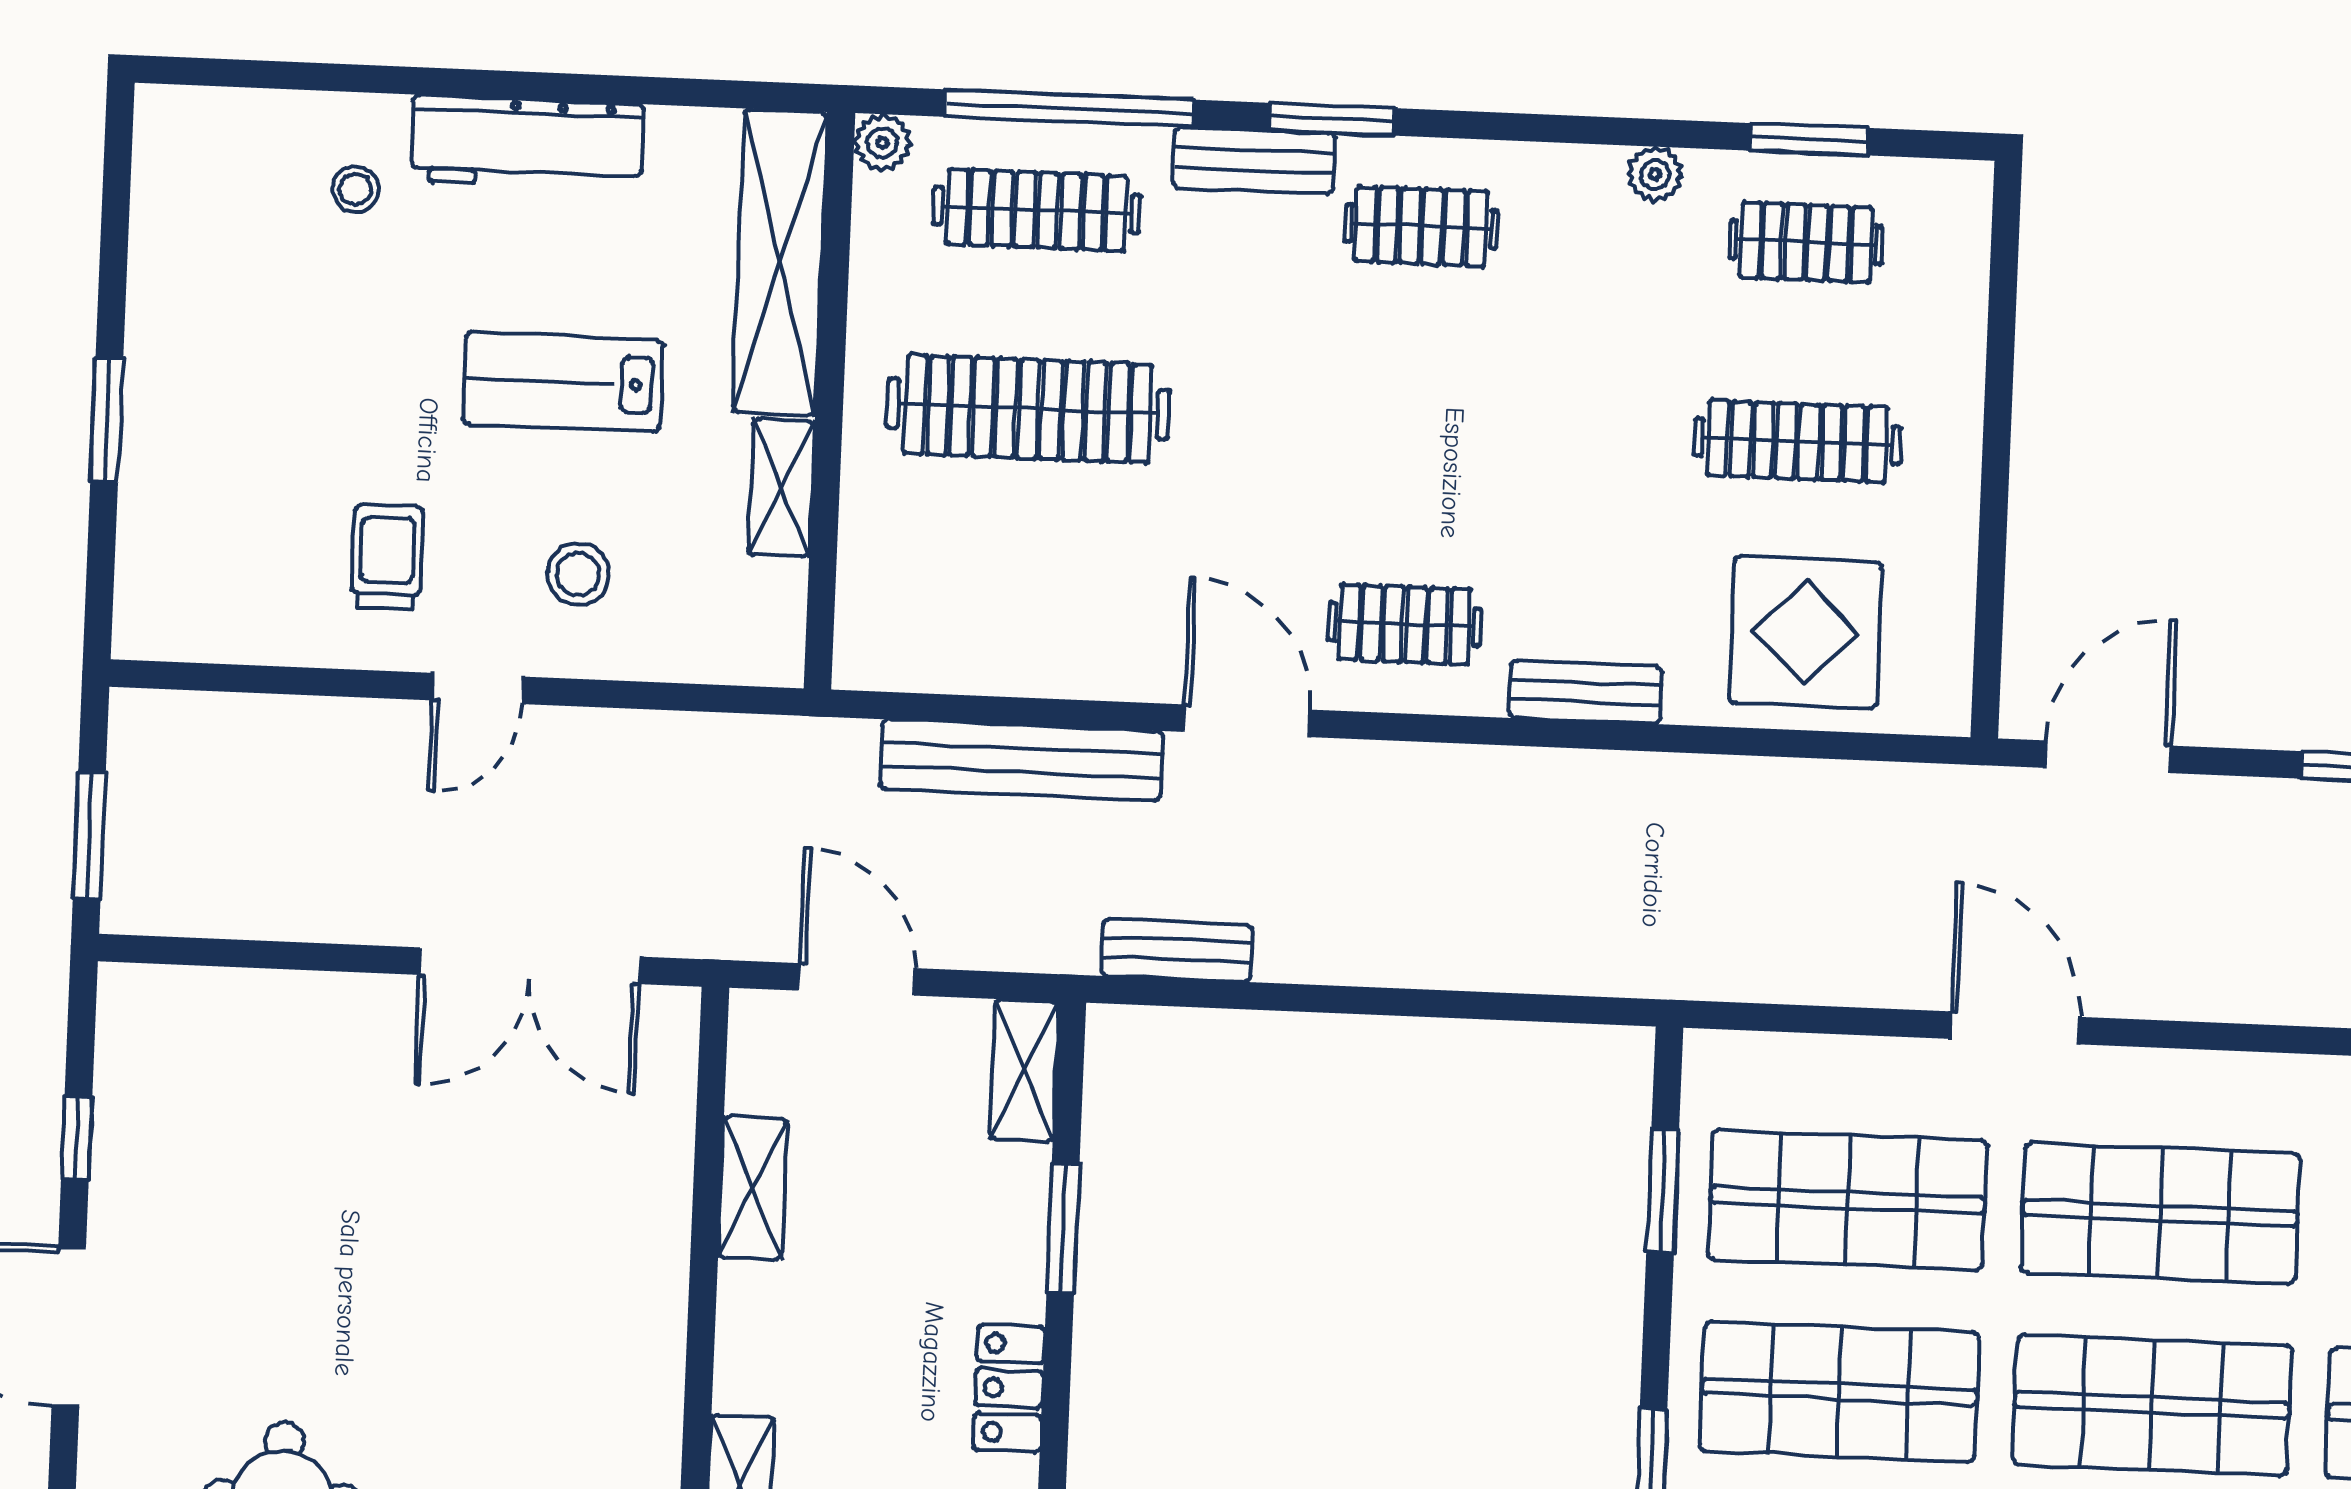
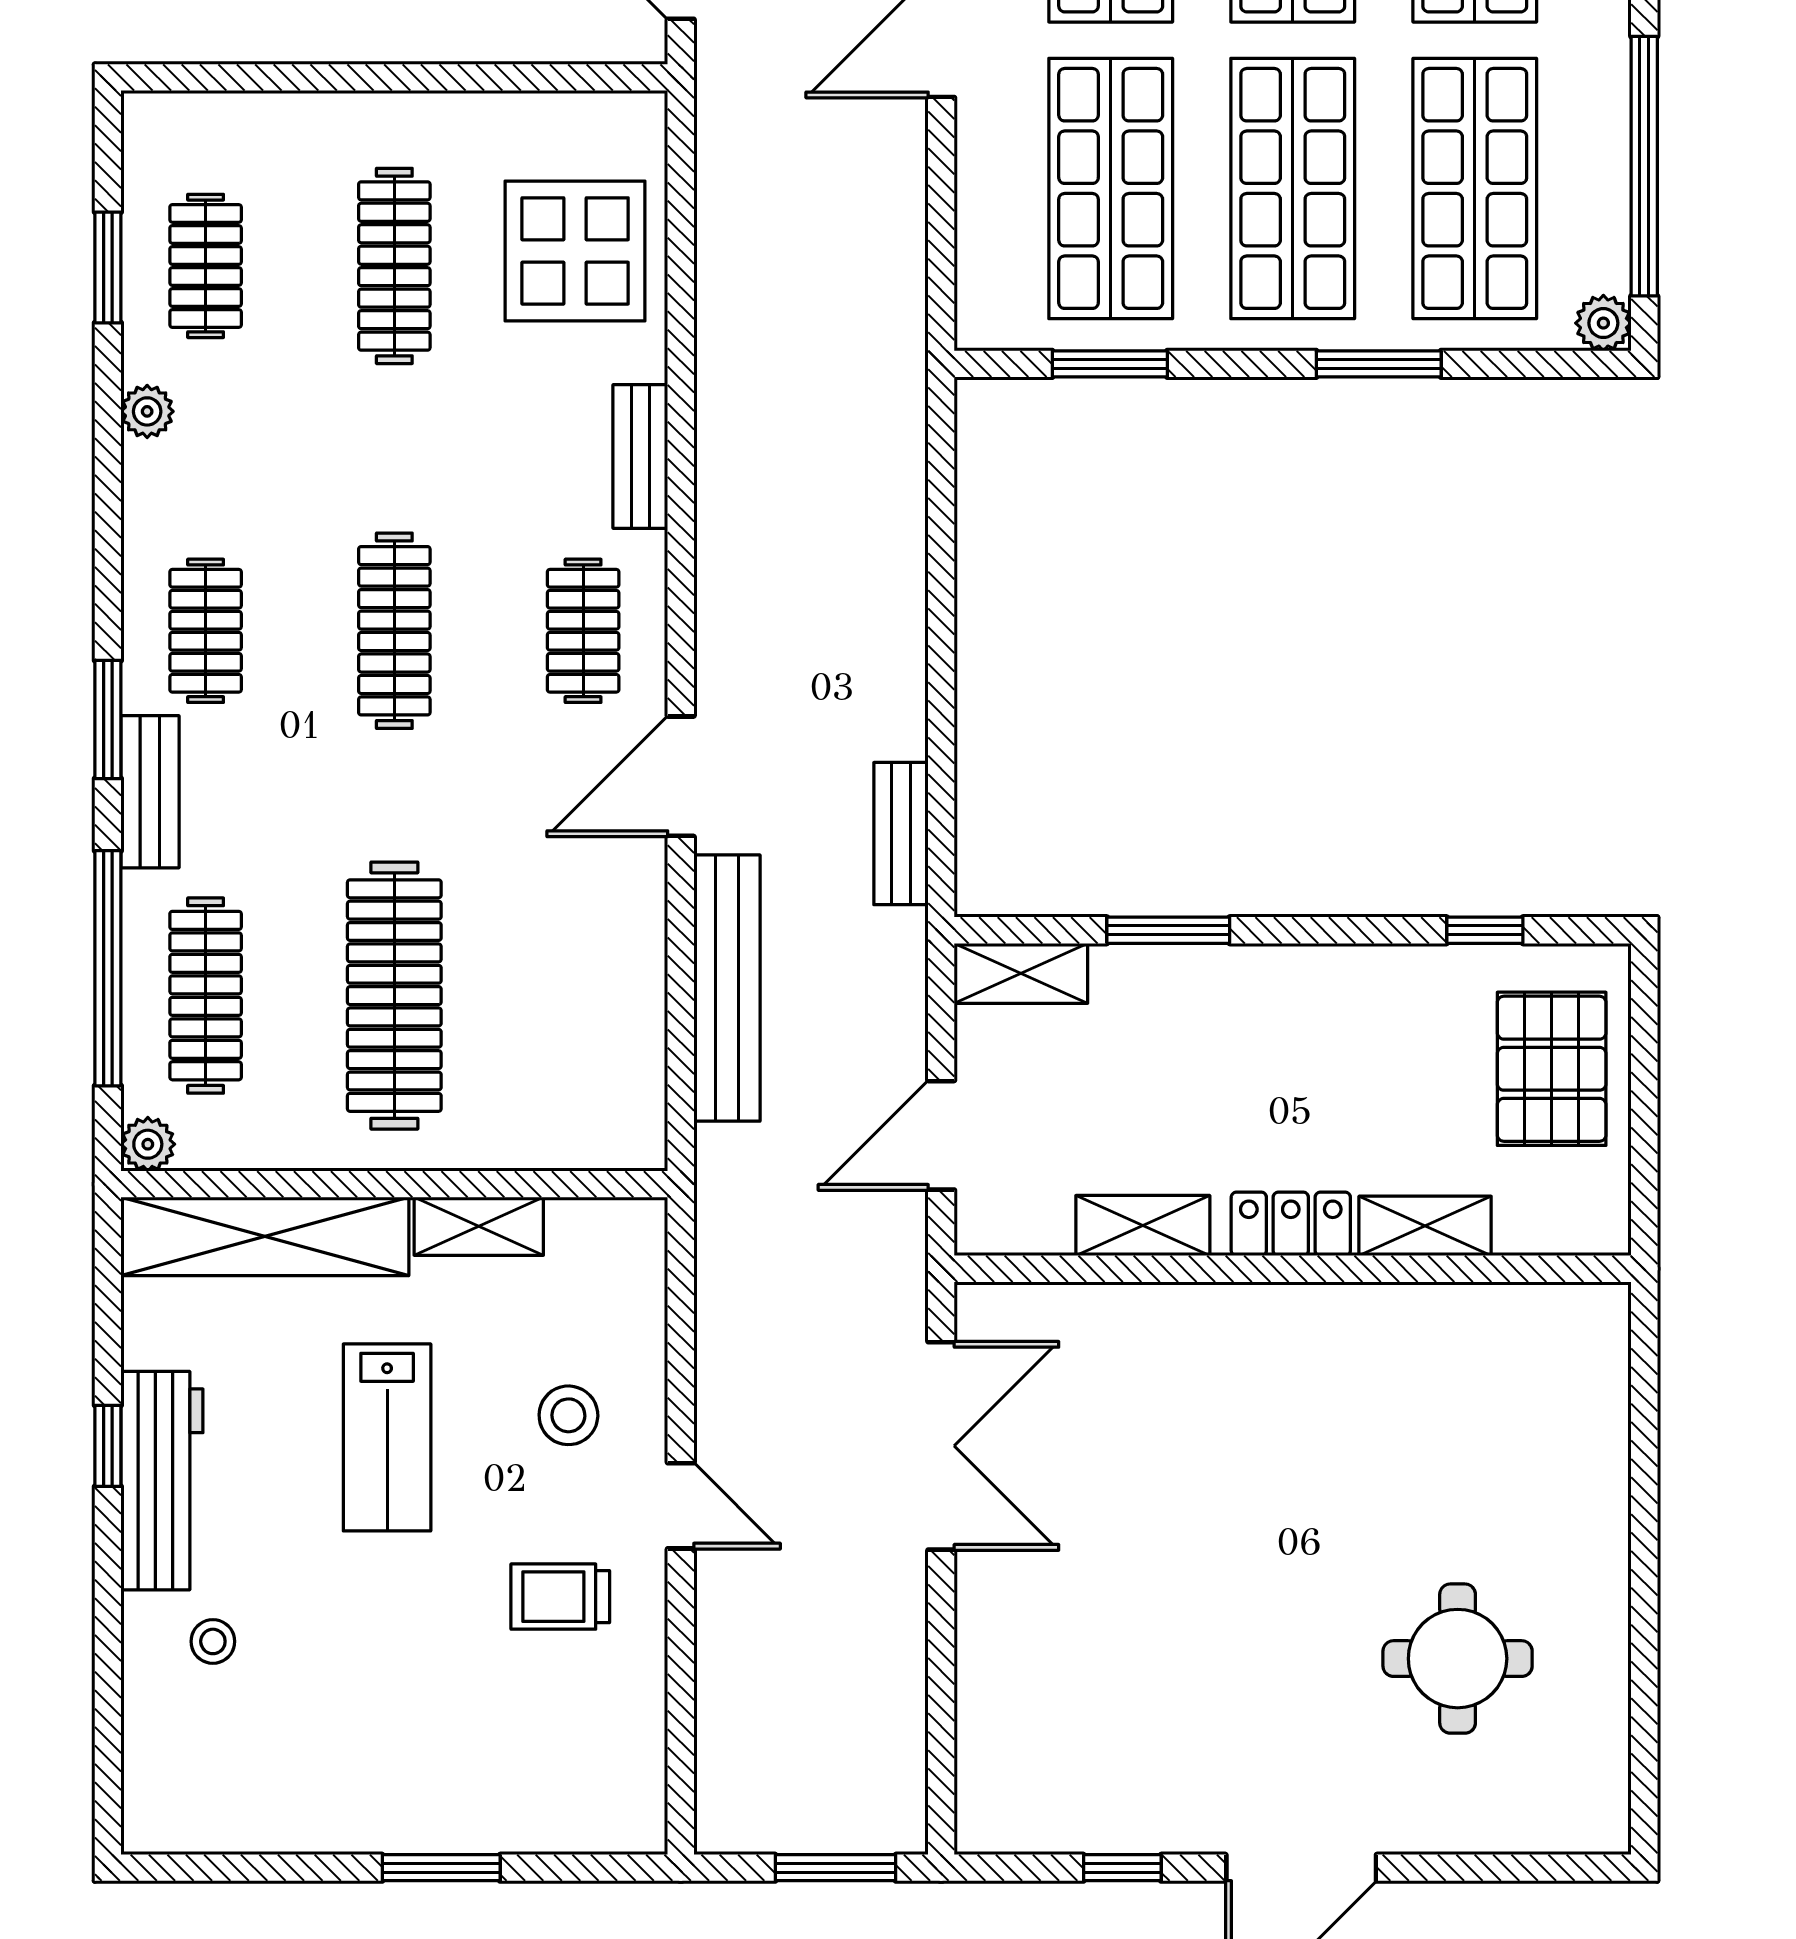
window: (566, 87) -> (108, 1446), added
clothes rail: (1413, 425) -> (394, 631), added
locker: (1009, 1388) -> (1291, 1224), moved, turned 180

